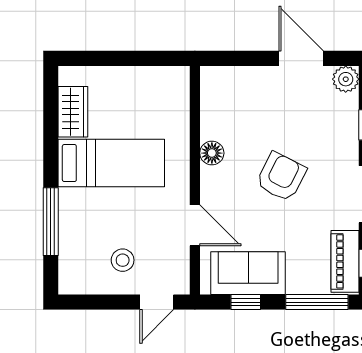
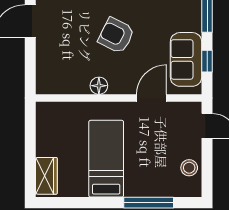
wardrobe: (73, 112) -> (46, 176), moved, turned 90
stool: (123, 260) -> (189, 168), moved

